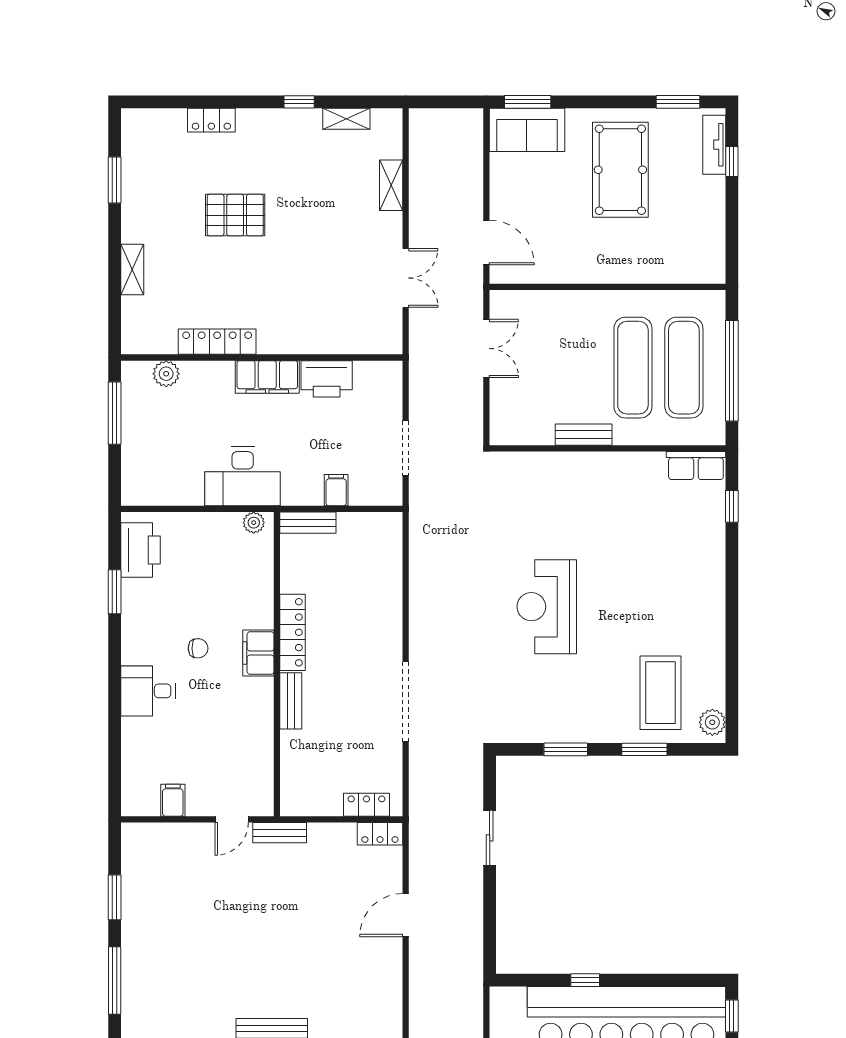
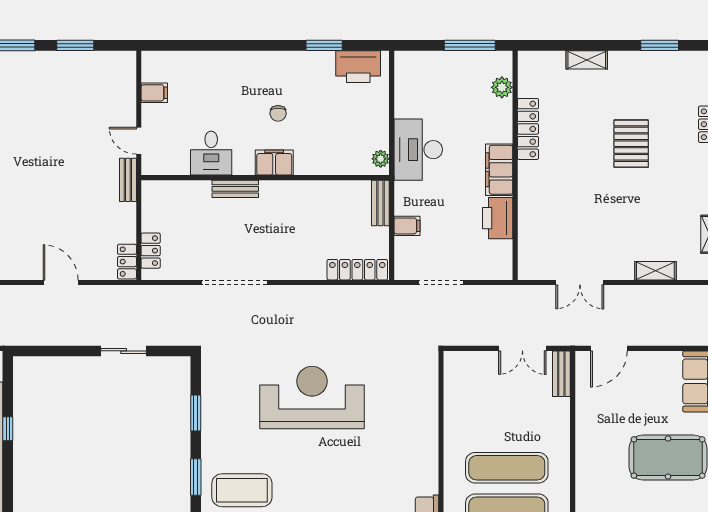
bench: (584, 435) -> (561, 374), moved
reception desk: (547, 607) -> (312, 398), width x1.36, depth x1.30
locker: (293, 632) -> (357, 270), moved, turned 180
desk: (148, 691) -> (211, 153), moved, turned 180

